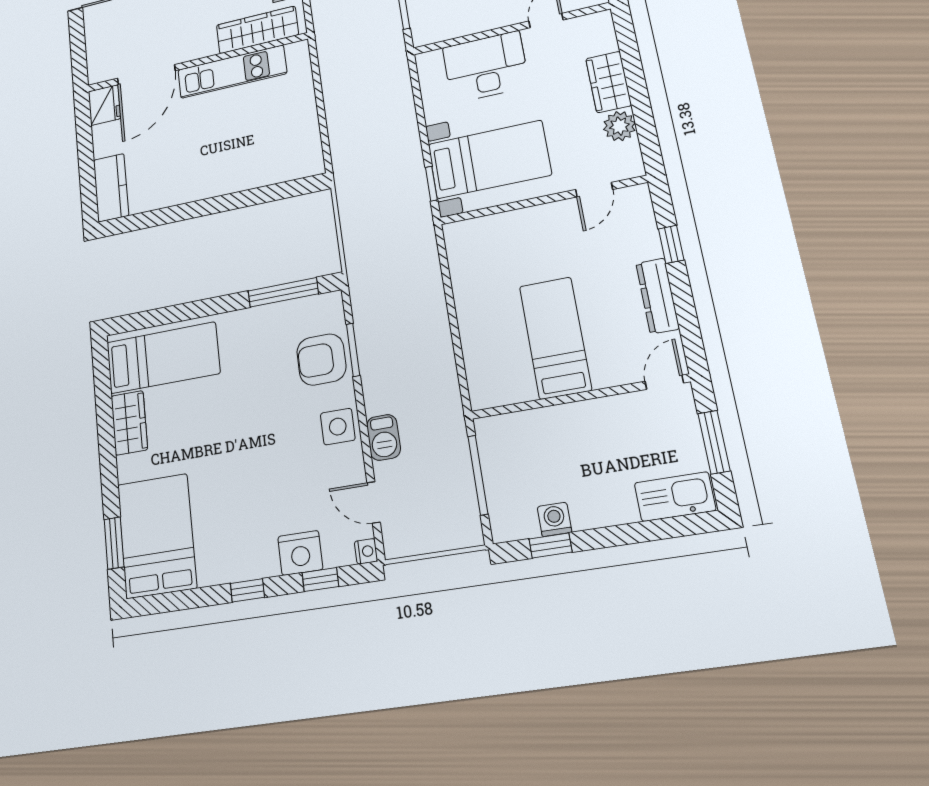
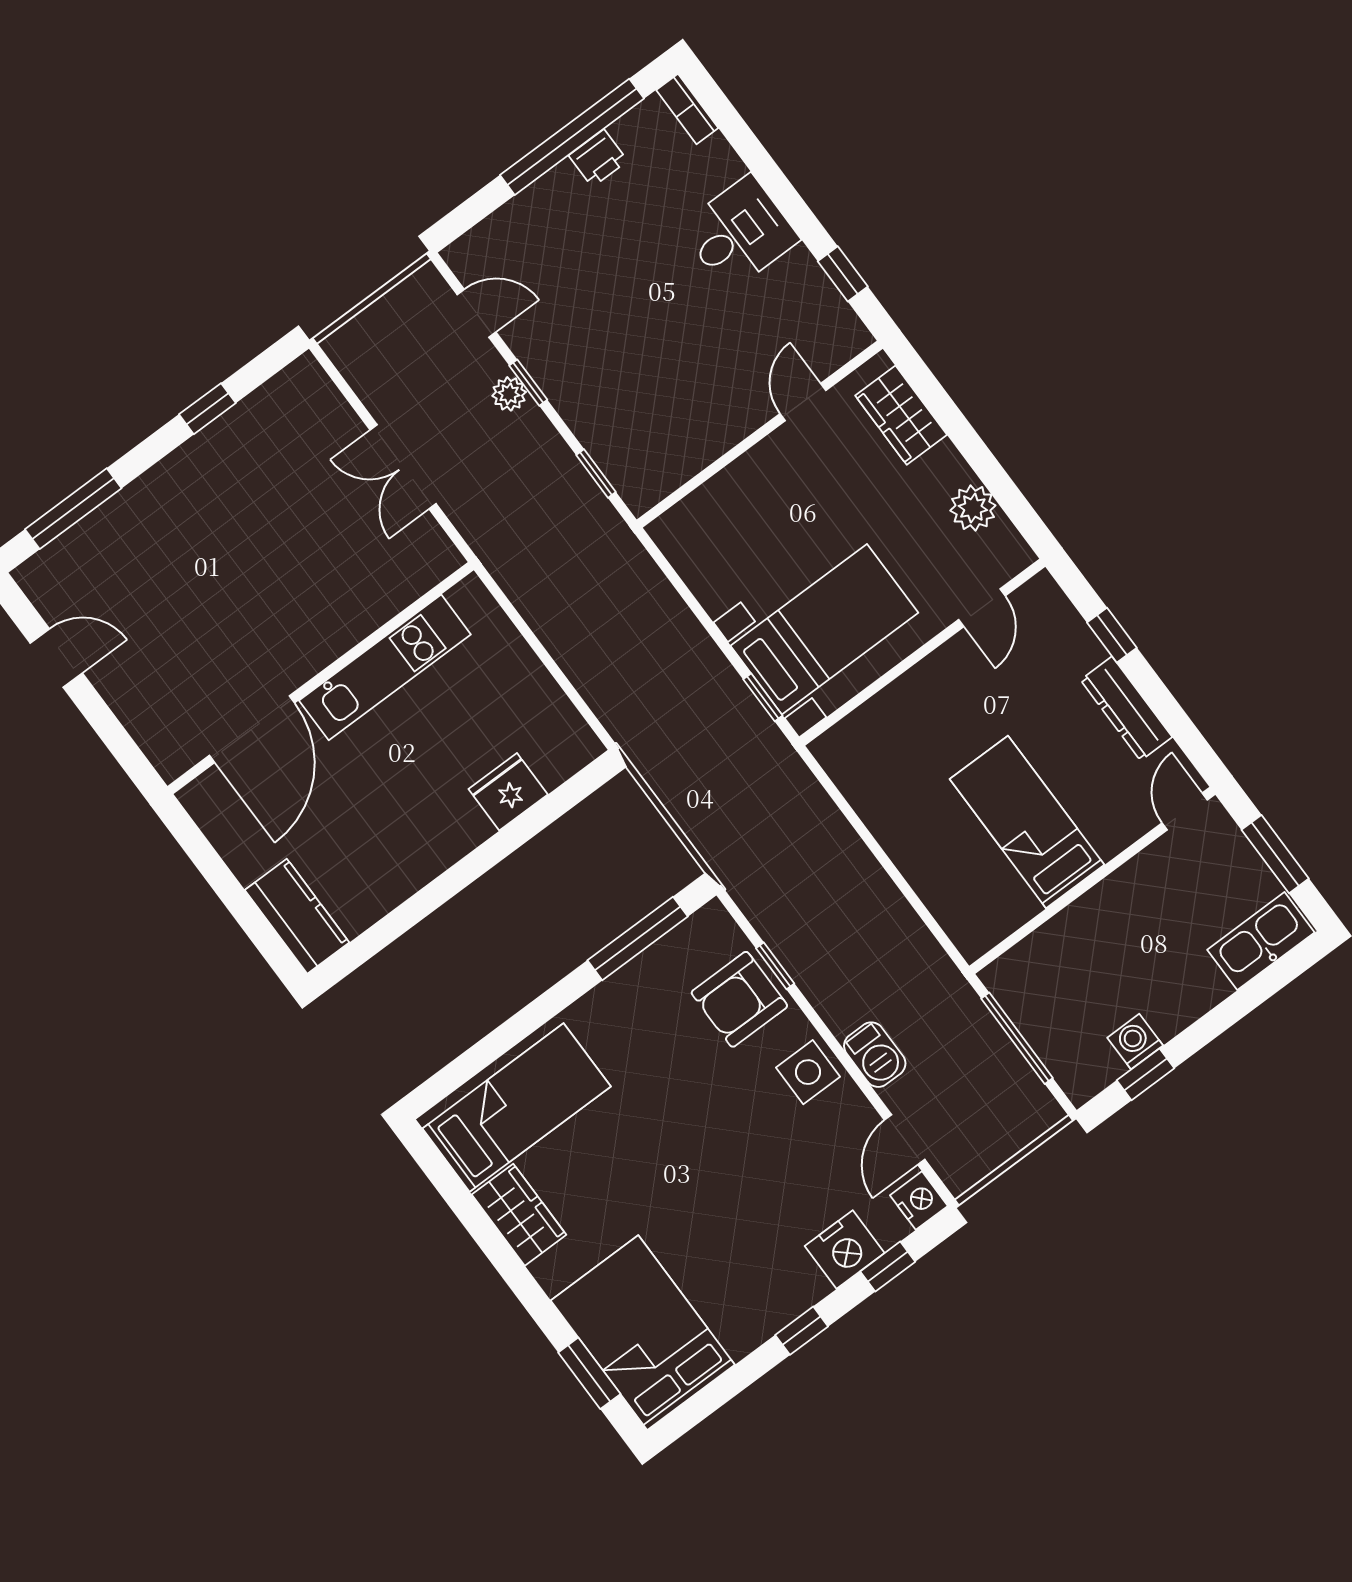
wardrobe: (257, 30) -> (388, 590), removed
desk: (486, 67) -> (753, 503), removed
wardrobe: (609, 82) -> (901, 415), moved
fridge: (104, 105) -> (508, 792), moved, turned -90
window: (353, 350) -> (775, 966), width x0.67
door: (374, 502) -> (905, 1140), hinge flipped
nightstand: (366, 551) -> (919, 1201), width x1.39, depth x1.35

